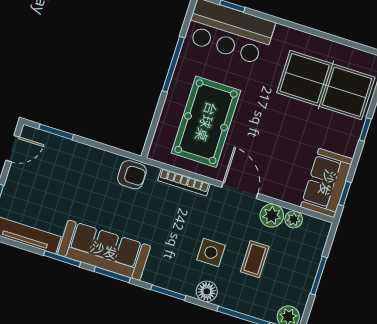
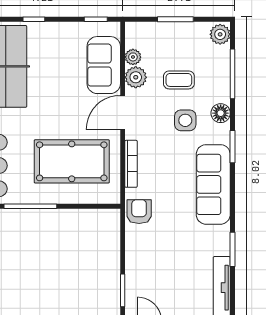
sofa: (327, 183) -> (104, 65), moved, turned 90
sofa: (104, 250) -> (213, 184), moved
window: (112, 275) -> (233, 201), removed

